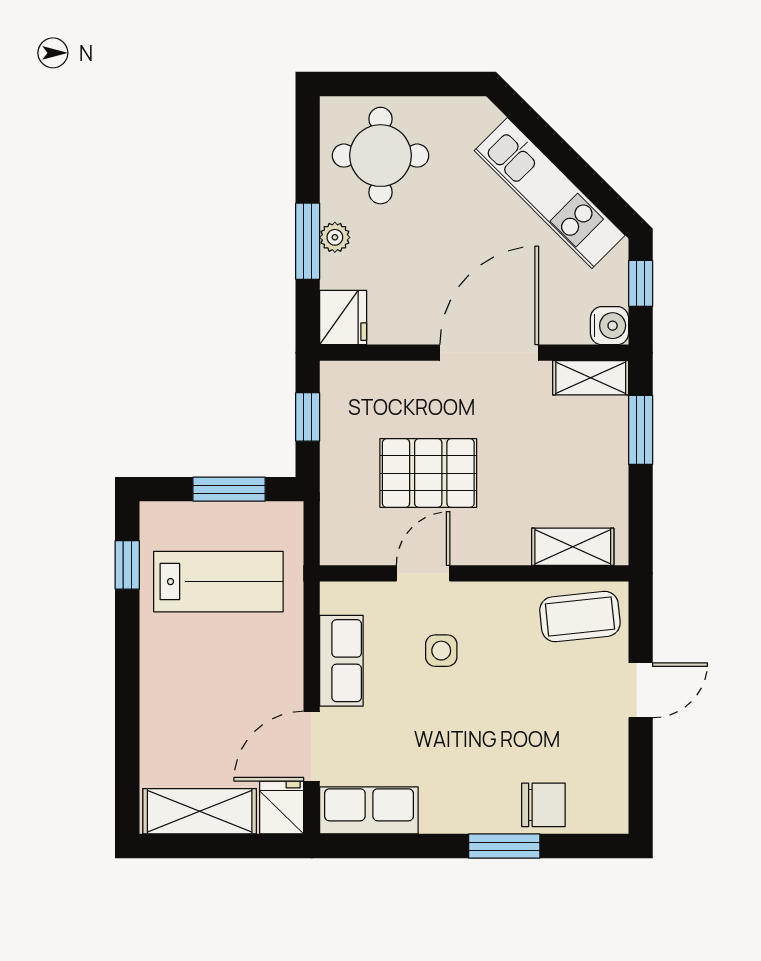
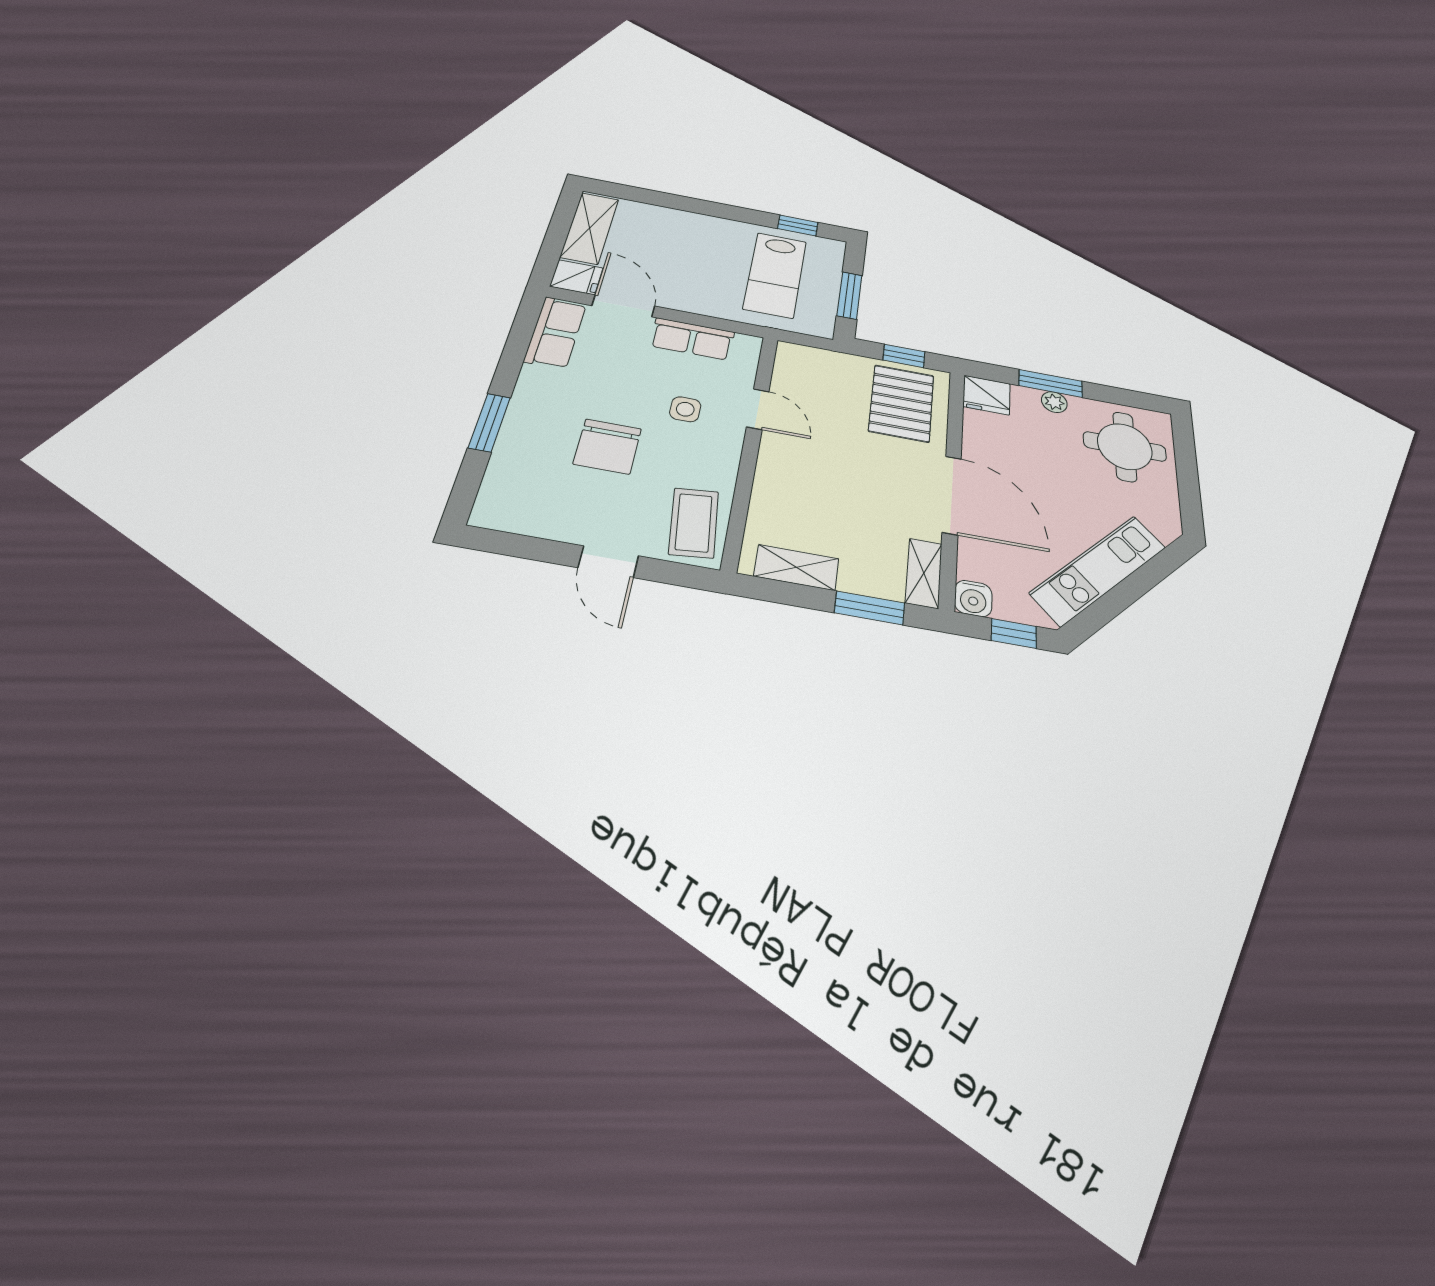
pallet: (428, 473) -> (902, 403), moved
shelving: (573, 547) -> (797, 567), moved, turned 90
chair: (543, 805) -> (607, 446), moved, width x1.37, depth x1.37

